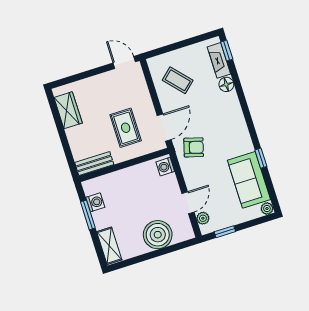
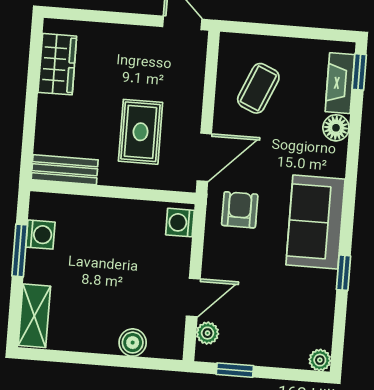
coffee table: (178, 80) -> (258, 88), turned 65
armchair: (194, 147) -> (240, 210), turned -106
sofa: (249, 180) -> (315, 222), moved
boiler: (158, 235) -> (133, 343), width x0.54, depth x0.54

